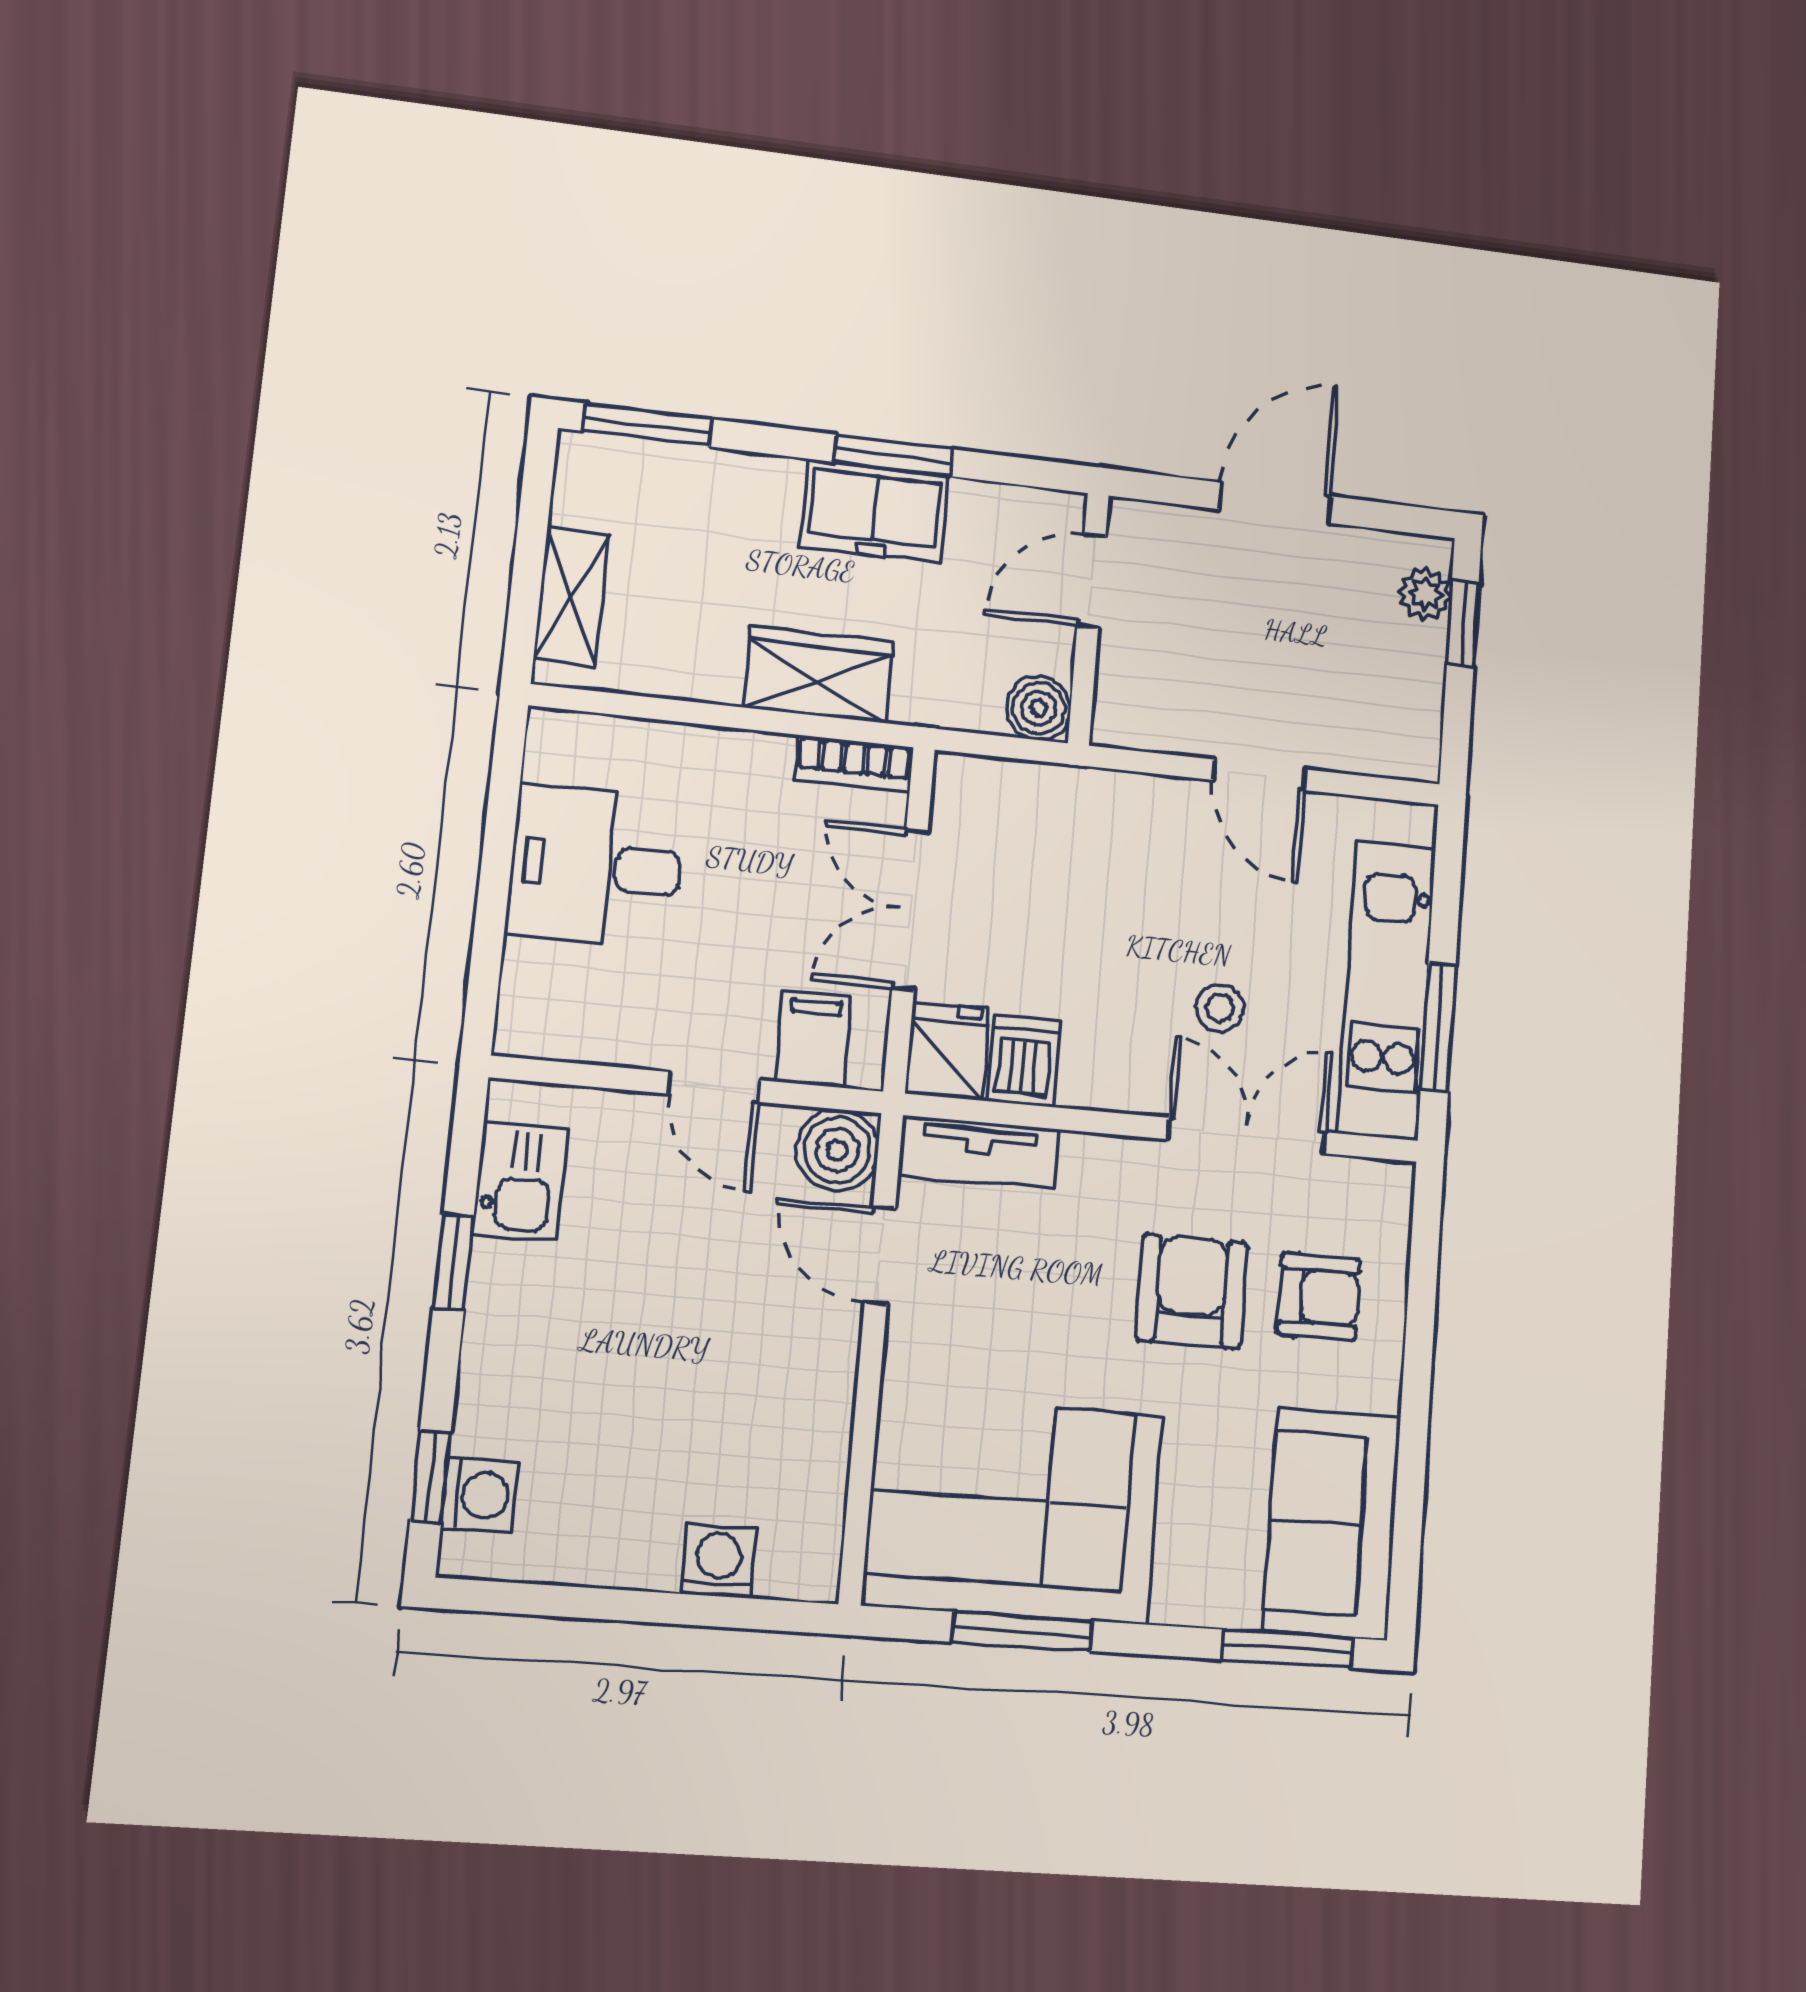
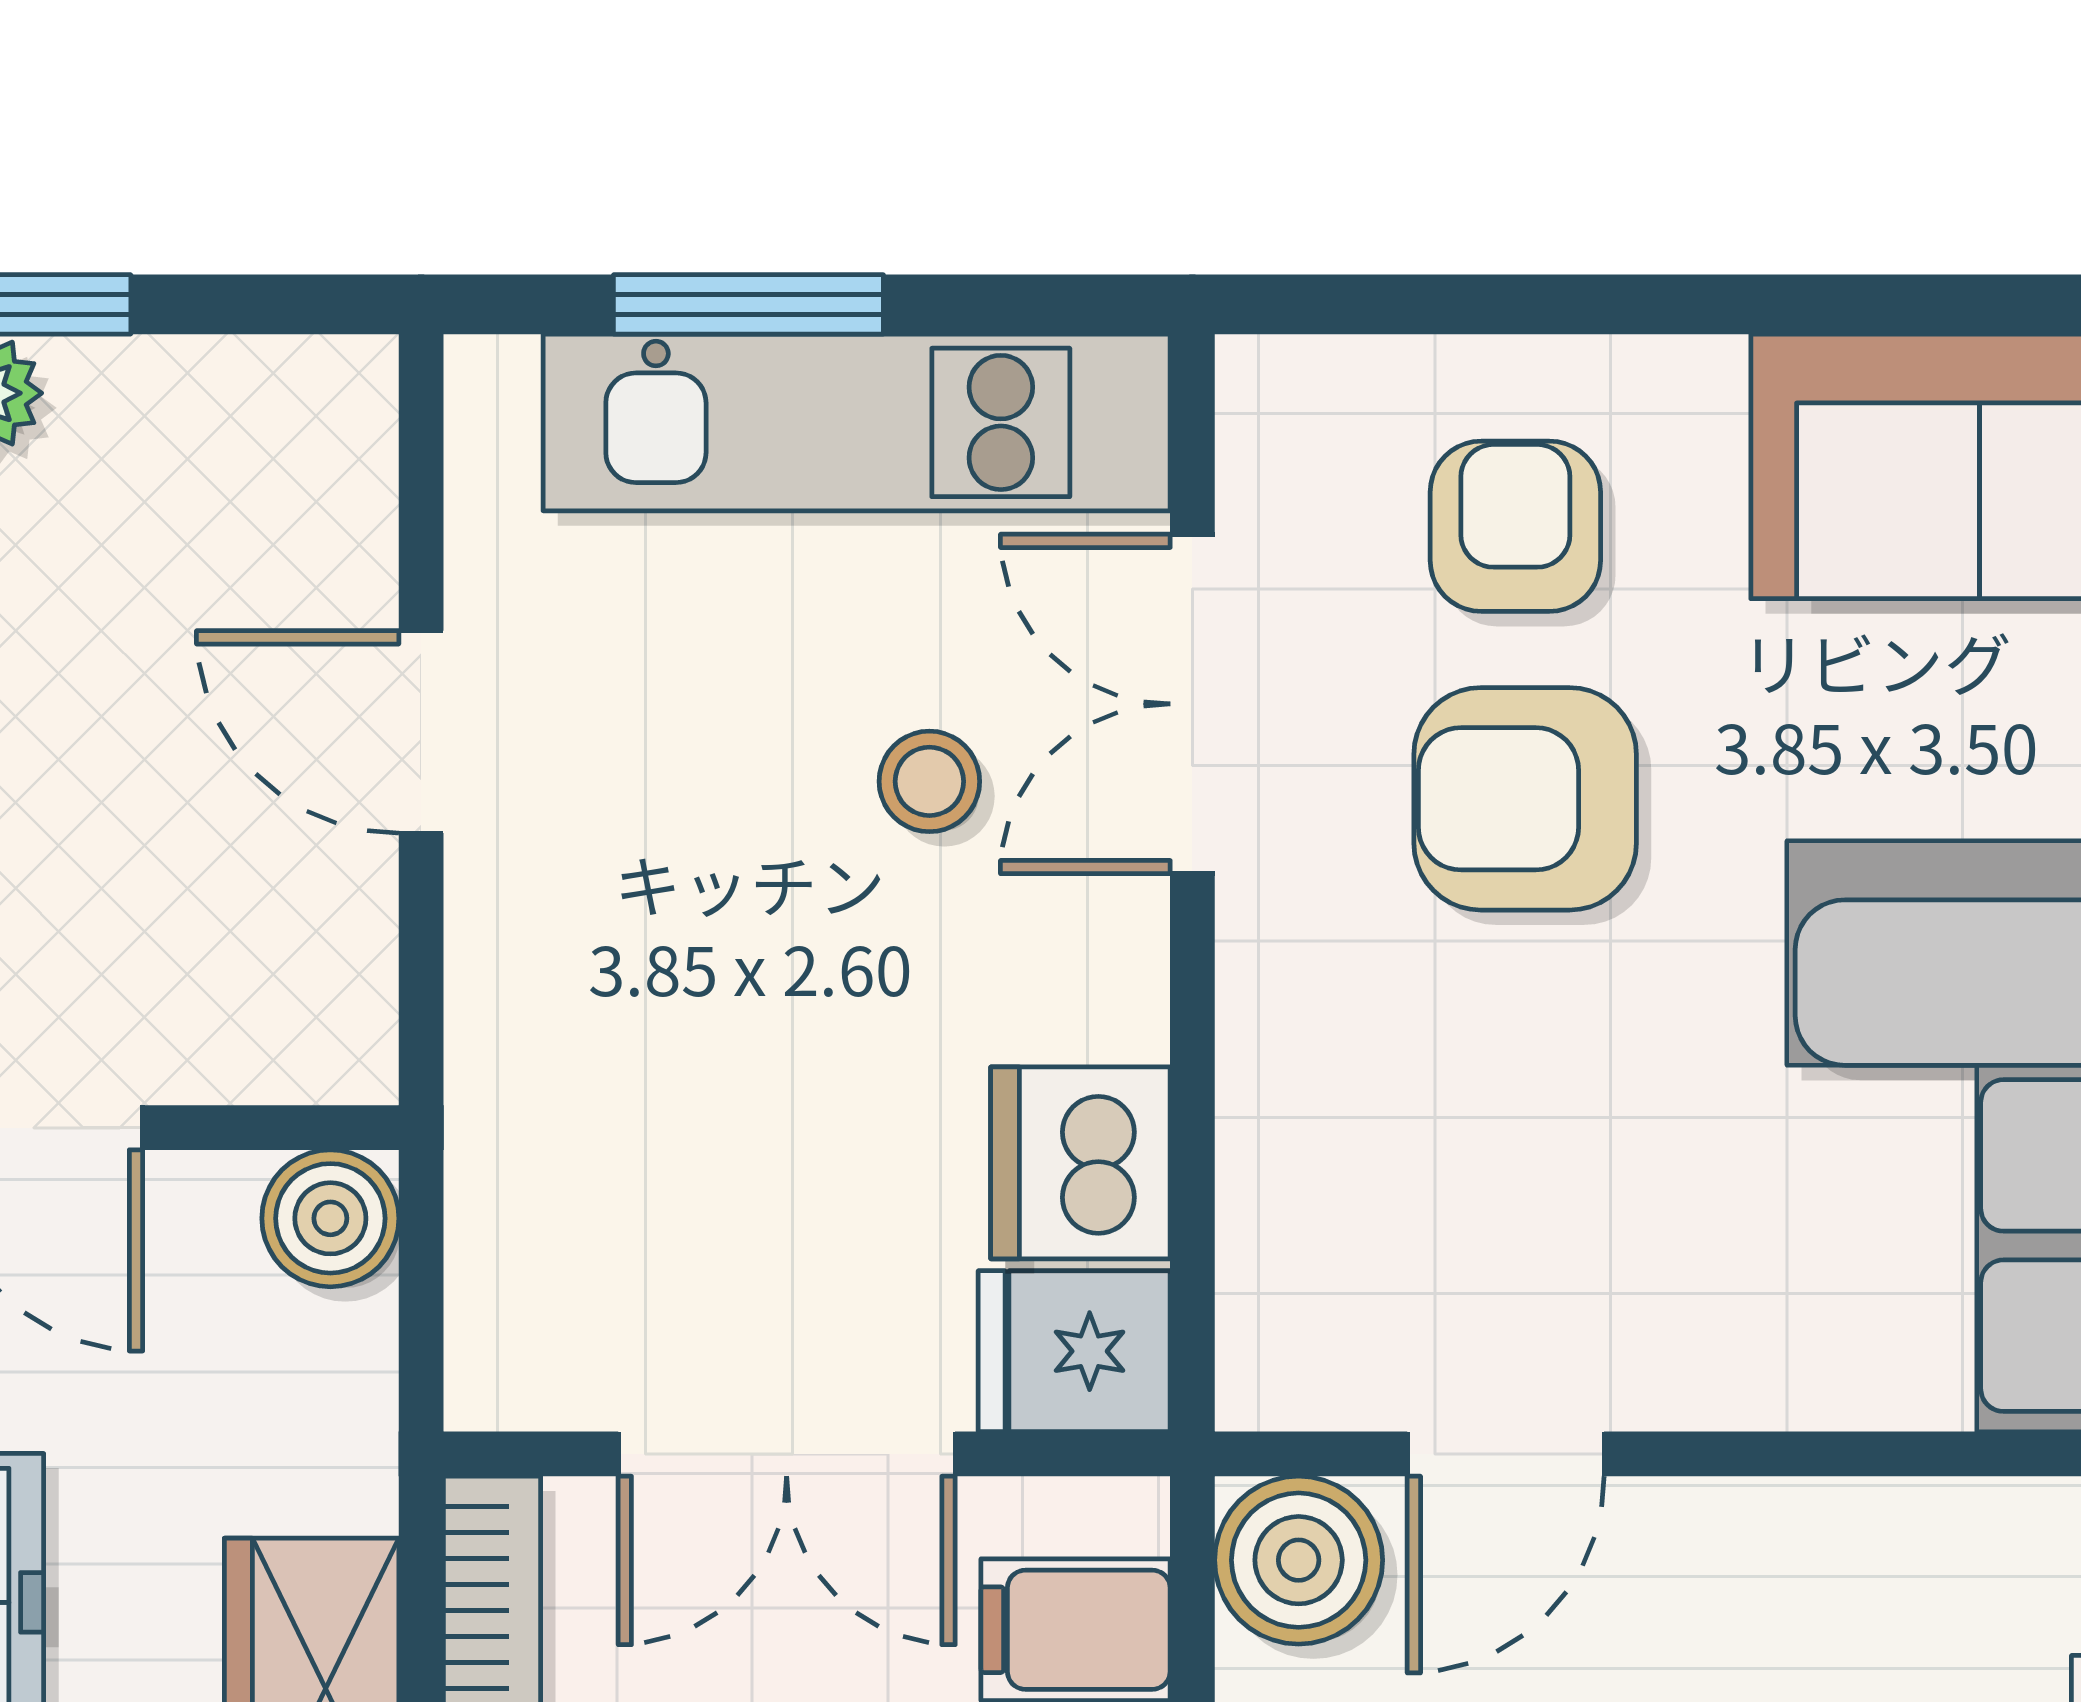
door: (1259, 775) -> (421, 732), swing flipped
window: (1438, 1027) -> (748, 304), moved
dishwasher: (1024, 1061) -> (1080, 1163), width x1.38
tv unit: (978, 1152) -> (1277, 1268), removed

